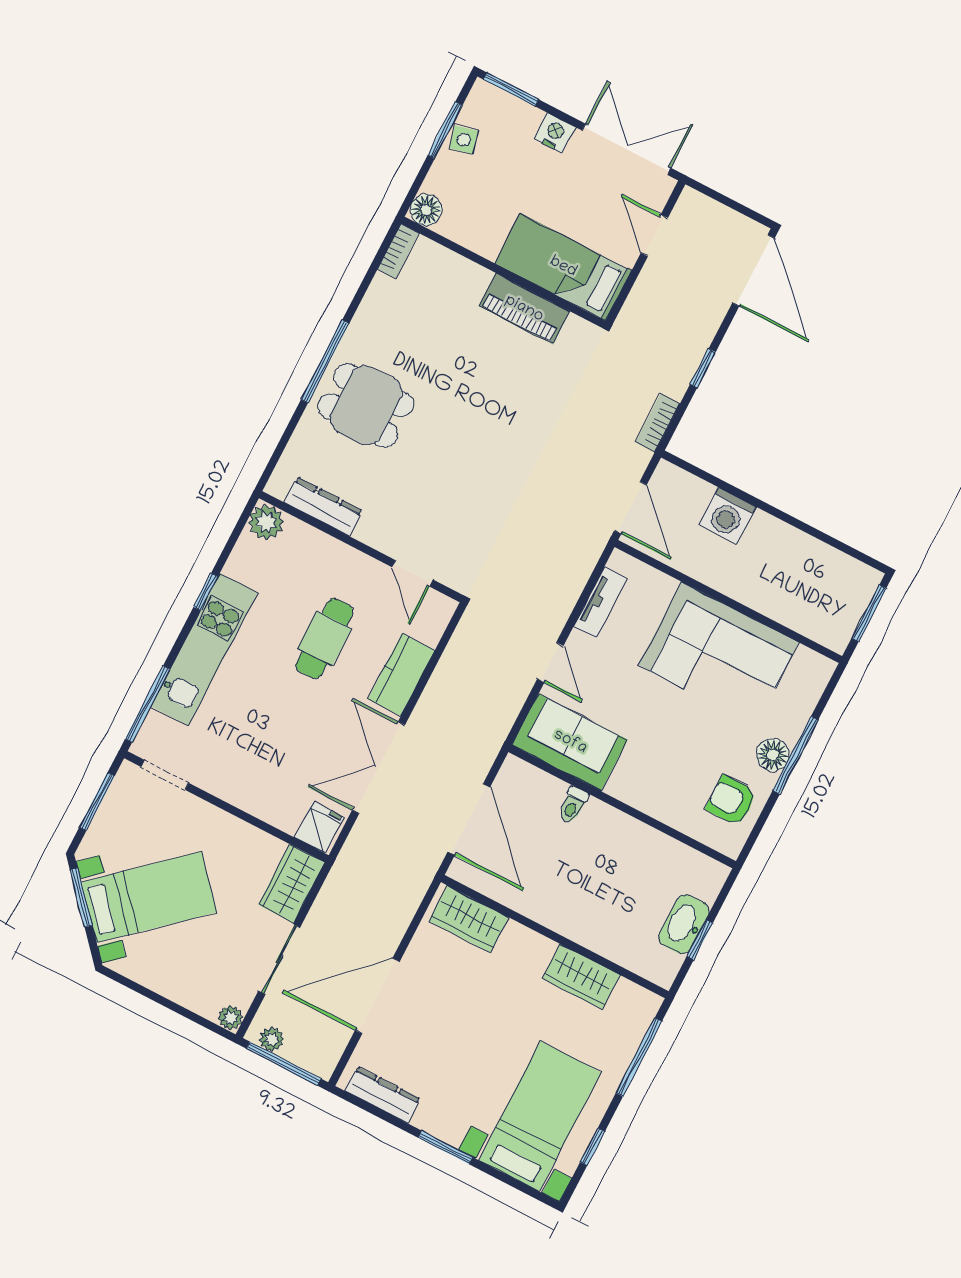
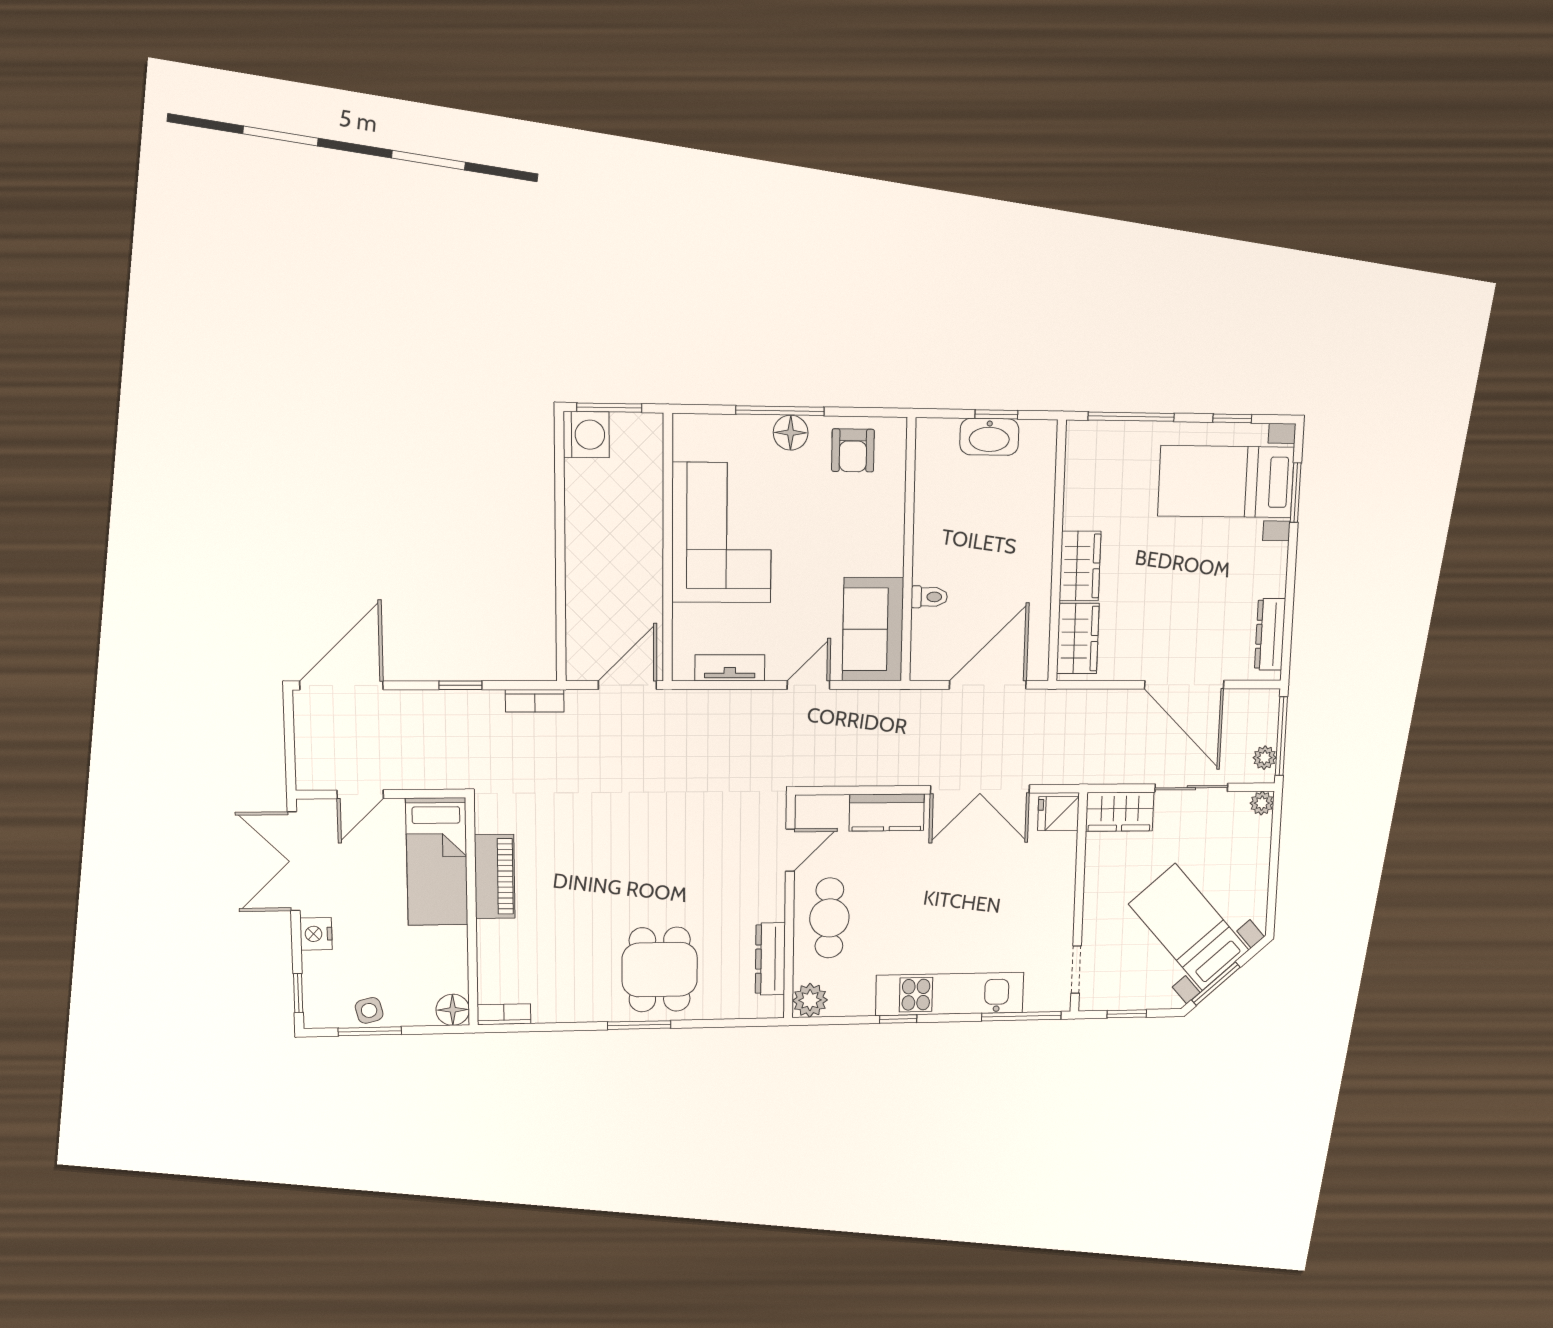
window: (511, 89) -> (298, 993), width x0.67
window: (325, 362) -> (639, 1025), width x0.69
washing machine: (728, 516) -> (586, 435), moved
cafe table: (325, 639) -> (829, 918), moved, turned 90
window: (97, 802) -> (1127, 1014), width x0.67
wardrobe: (581, 977) -> (1080, 566), moved
window: (445, 1147) -> (1296, 493), moved

